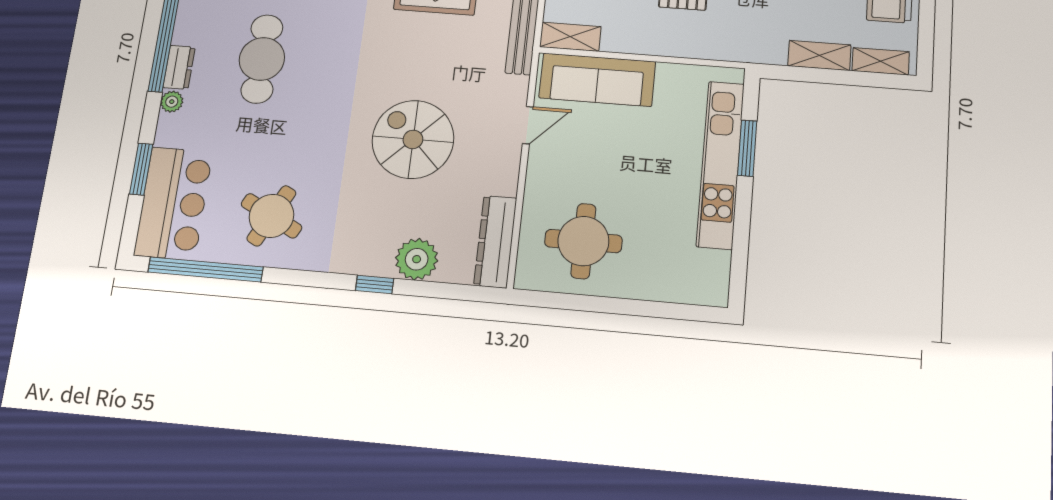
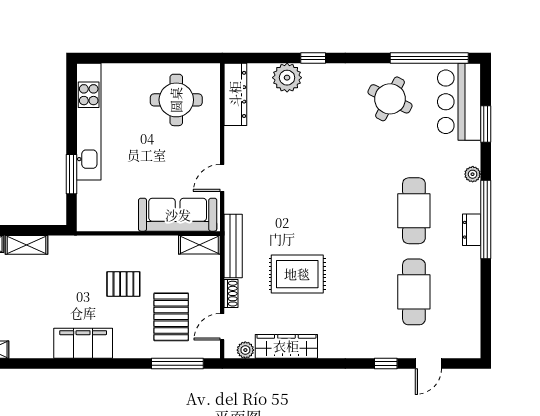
dresser: (179, 67) -> (472, 230), moved
spiral stairs: (413, 139) -> (300, 161), removed
kitchen unit: (720, 164) -> (89, 122), moved

